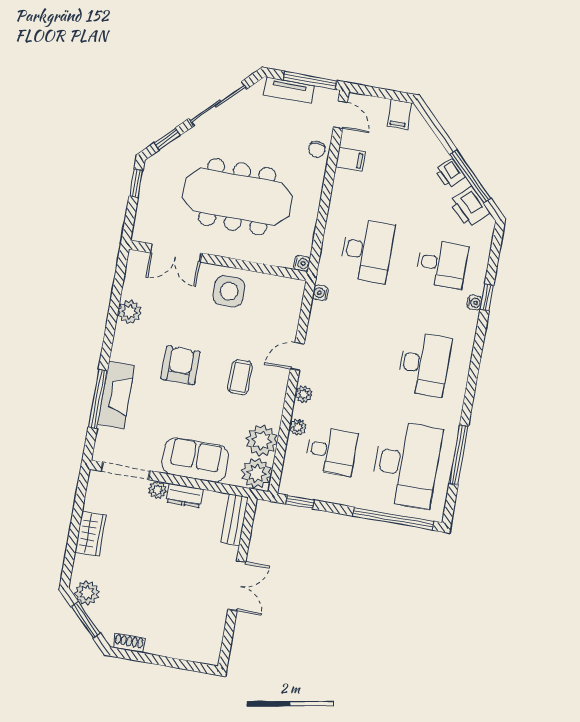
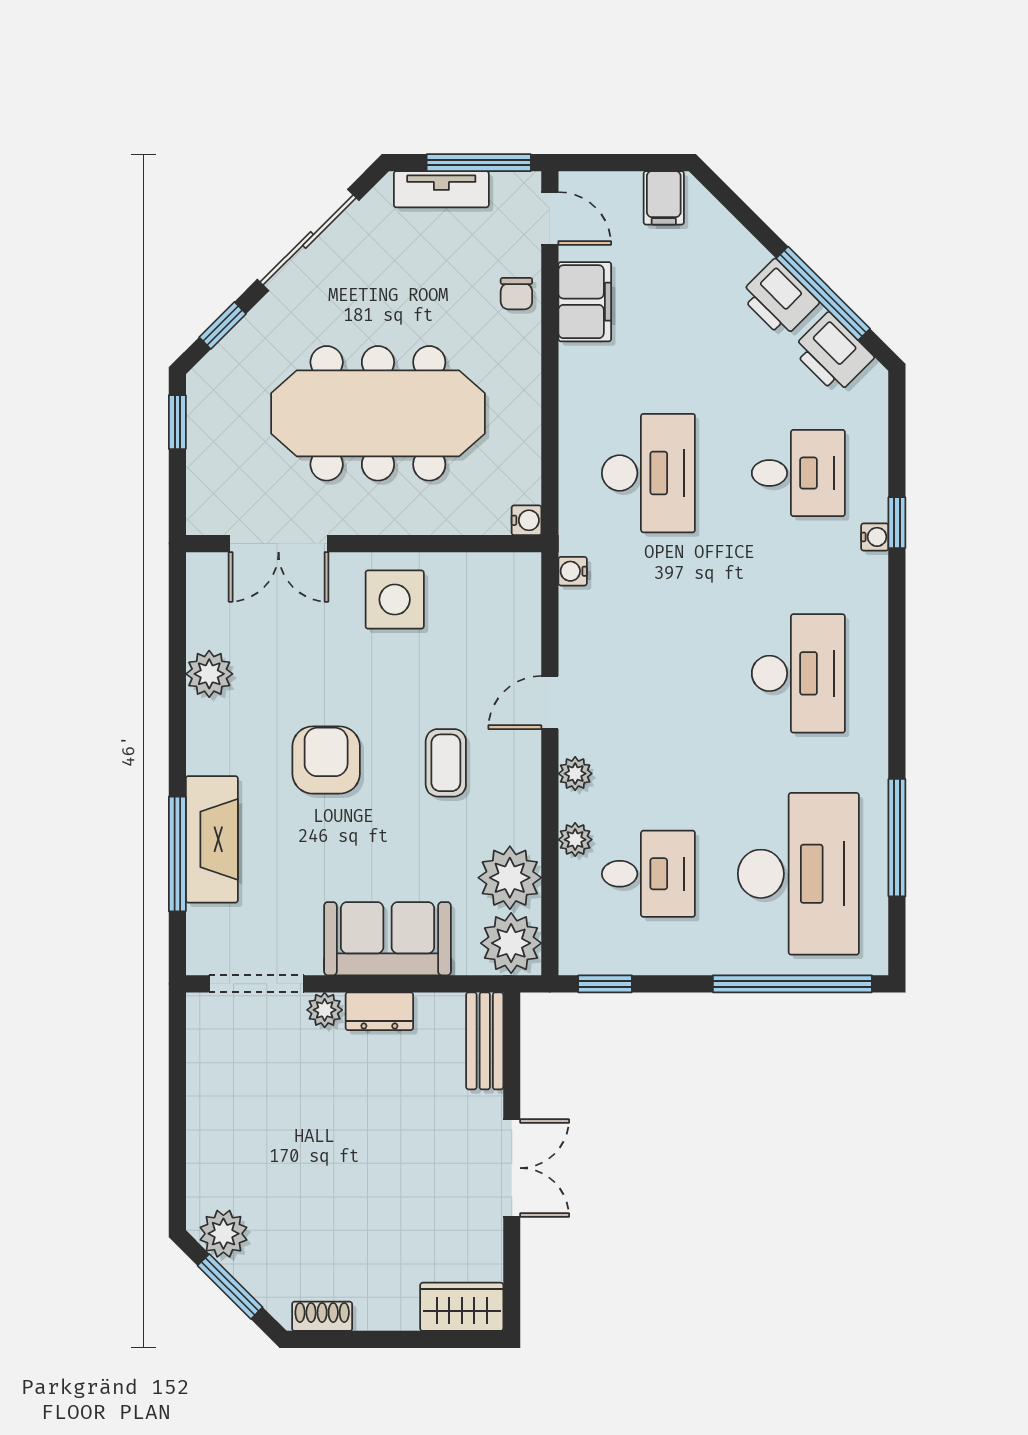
filing cabinet: (350, 159) -> (585, 302), width x2.00
printer: (450, 174) -> (779, 299), width x1.36, depth x1.24
wardrobe: (90, 534) -> (462, 1307), moved, turned -90

